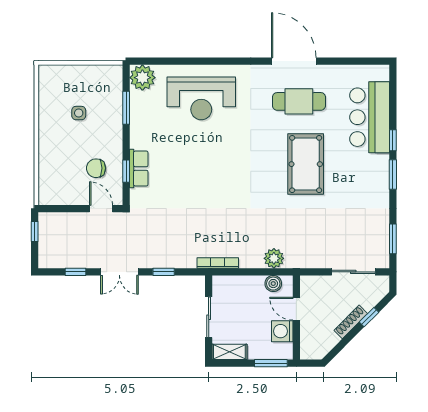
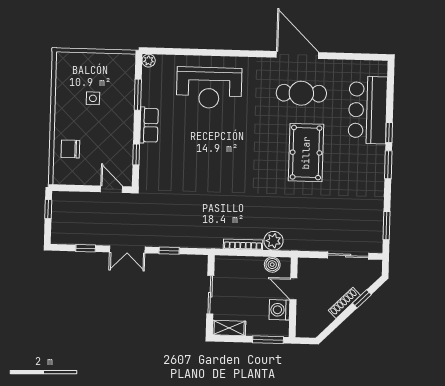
plant: (142, 78) -> (149, 61), width x0.53, depth x0.53
chair: (96, 168) -> (70, 149), moved
row of seats: (139, 169) -> (149, 125), moved
bookcase: (218, 263) -> (243, 244), moved

